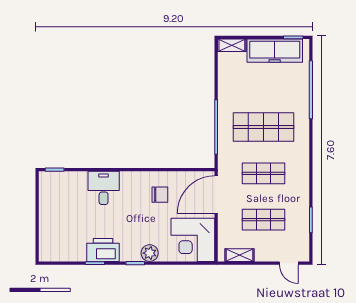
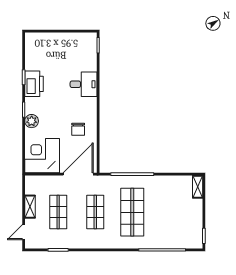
freezer: (275, 51) -> (193, 221), removed
door: (216, 195) -> (78, 174), hinge flipped
shelving: (240, 255) -> (30, 207), moved

